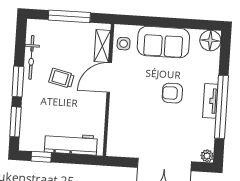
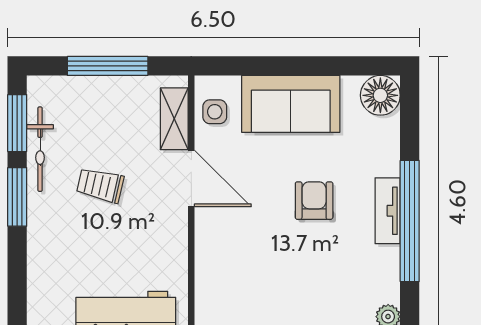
door: (109, 78) -> (191, 178), swing flipped
armchair: (172, 93) -> (314, 201), turned 90
window: (15, 122) -> (17, 123), moved

